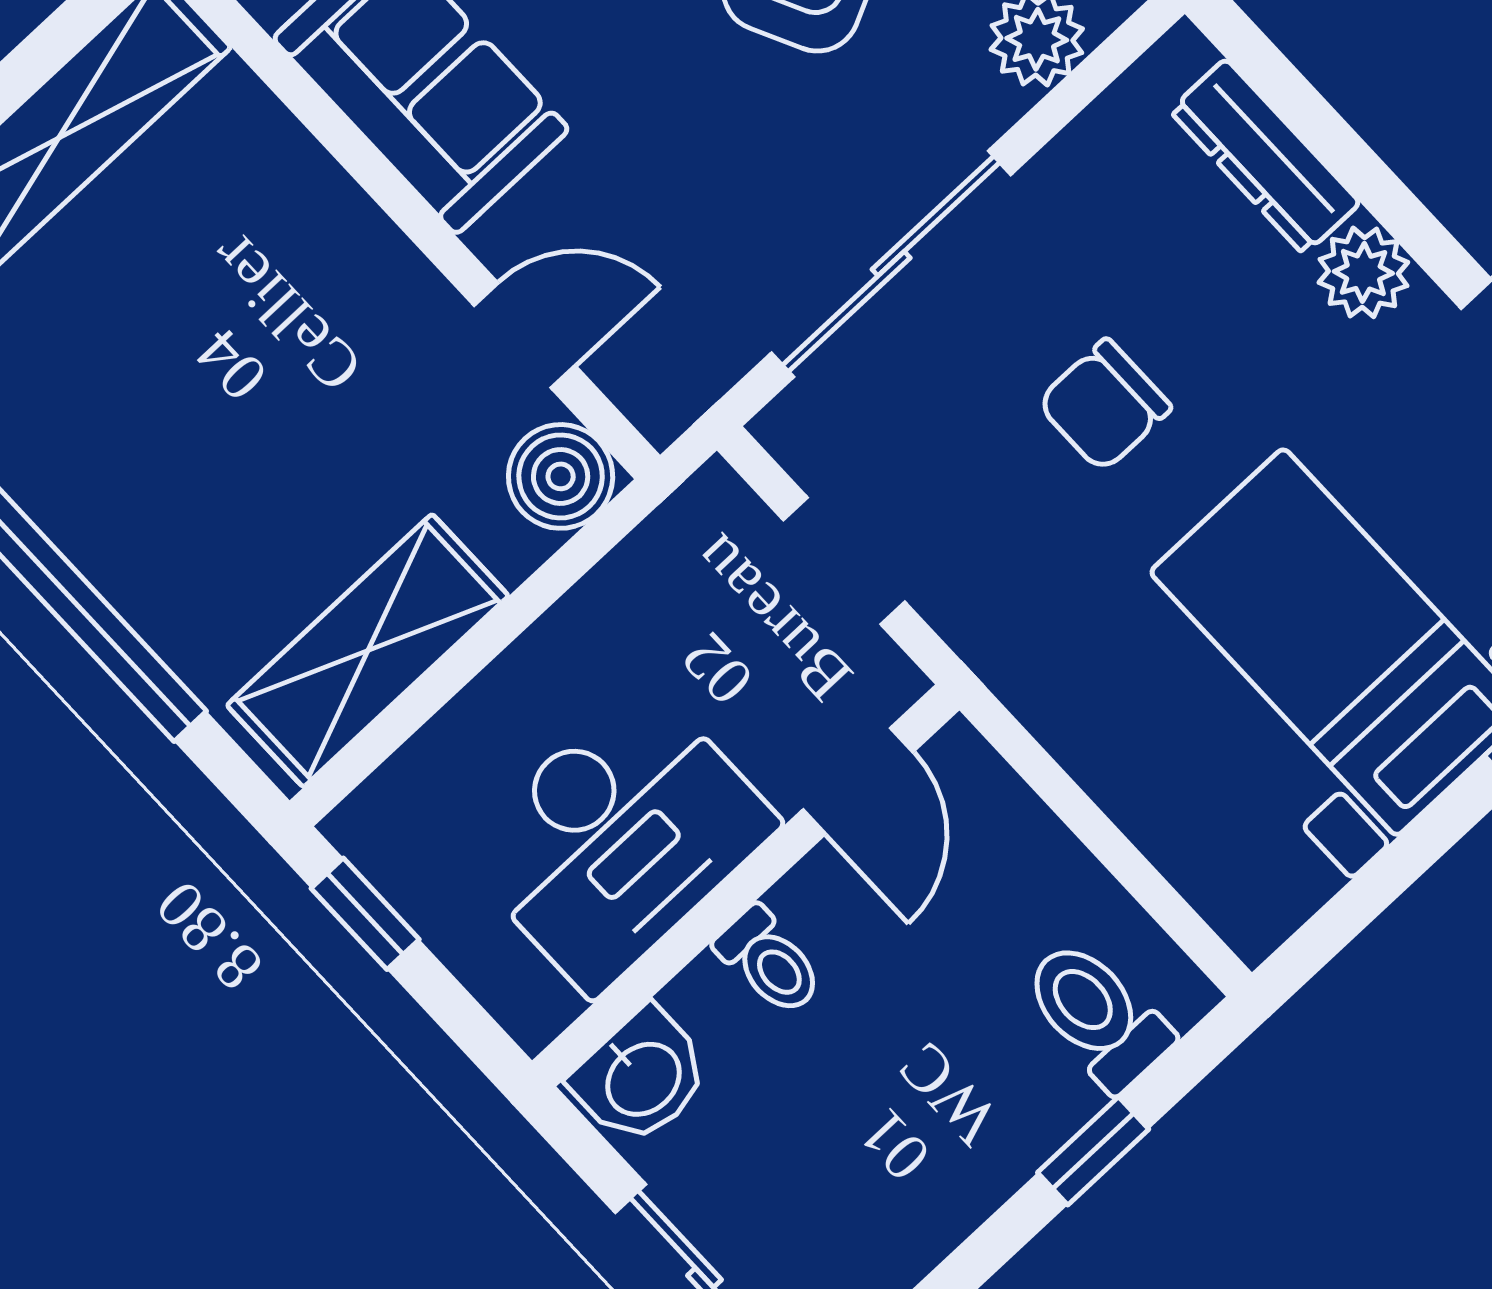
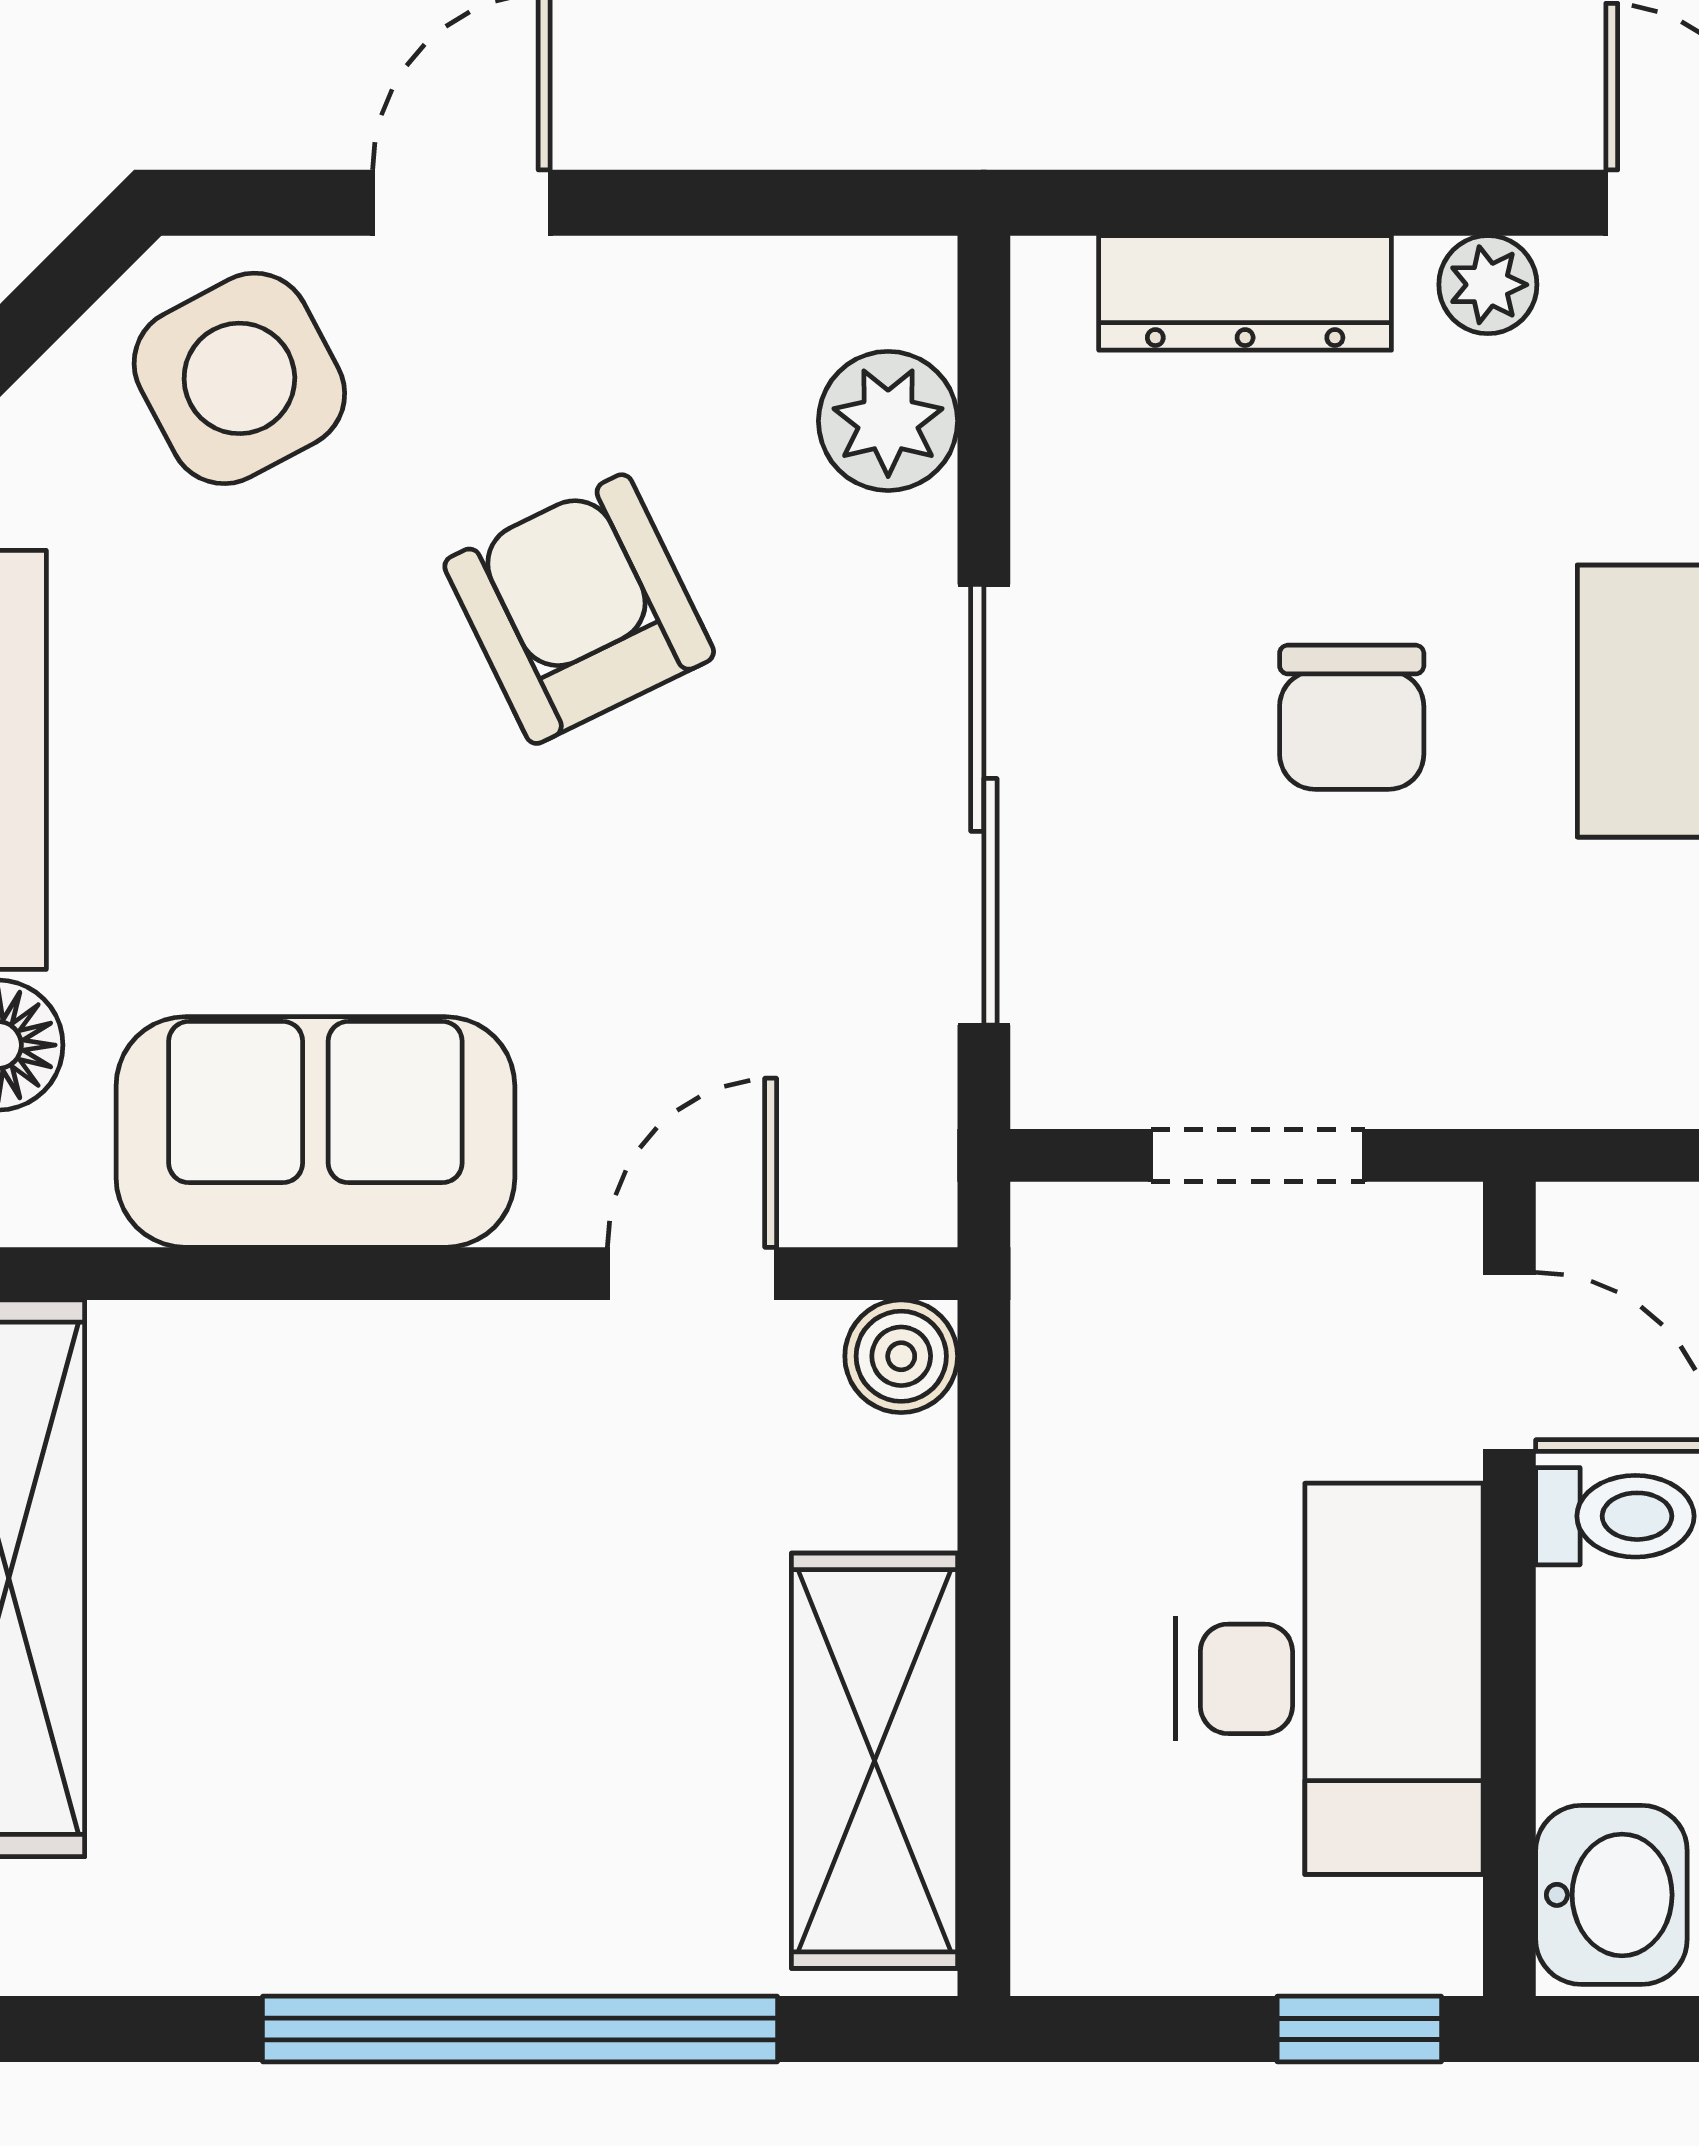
plant: (1363, 272) -> (1488, 285), width x0.73, depth x0.73
boiler: (561, 476) -> (901, 1356), width x0.73, depth x0.73
window: (365, 914) -> (1359, 2029), moved
toilet: (769, 961) -> (1615, 1516), moved

